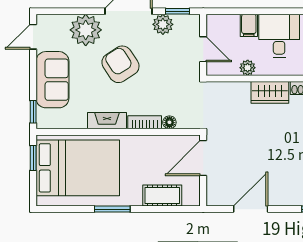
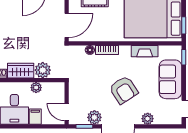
plant: (86, 30) -> (148, 119), width x0.53, depth x0.53
door: (203, 49) -> (67, 112), moved
plant: (238, 93) -> (43, 70), added
fireplace: (107, 121) -> (145, 51), moved

